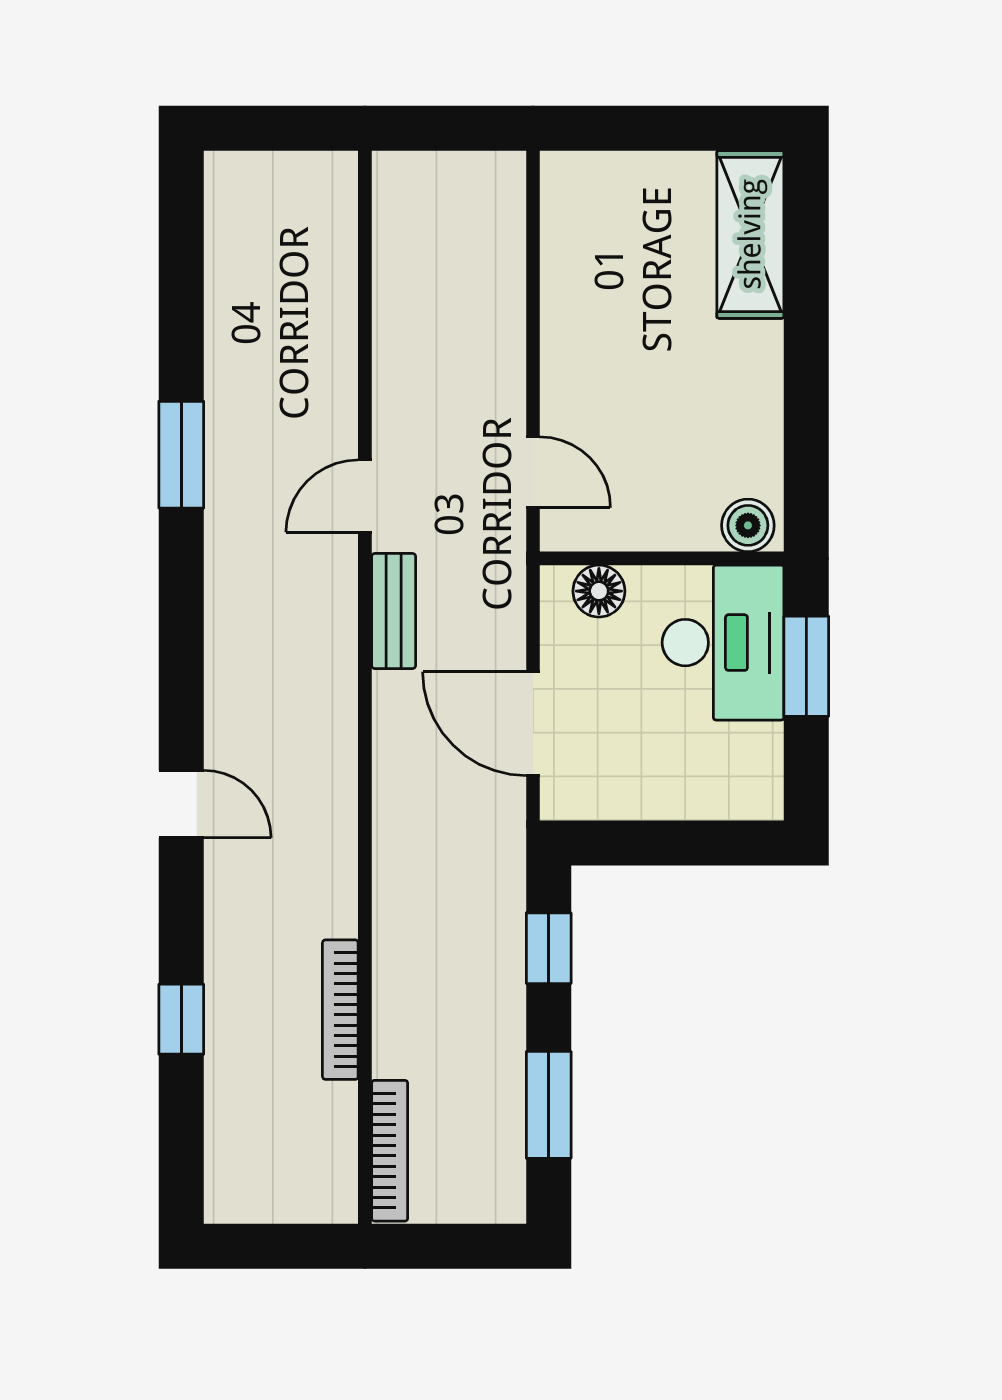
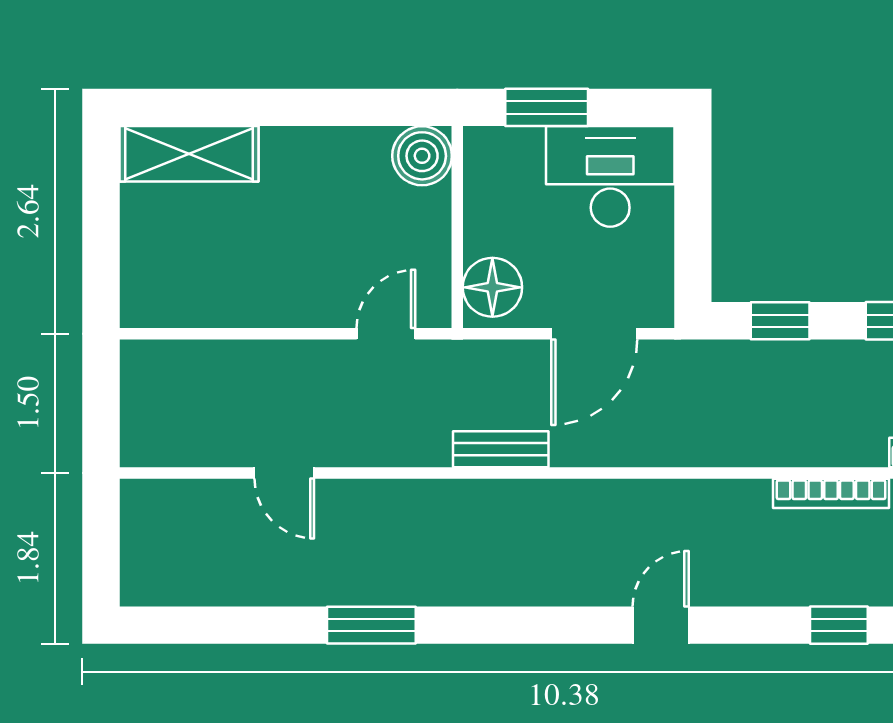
door: (365, 496) -> (284, 473), moved
boiler: (748, 525) -> (422, 156), width x1.36, depth x1.36
floor lamp: (599, 591) -> (492, 287), width x1.38, depth x1.38
desk: (723, 643) -> (610, 176), moved

